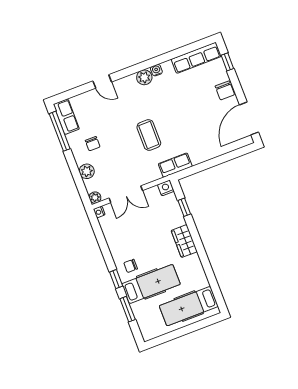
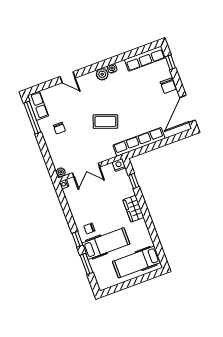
coffee table: (149, 135) -> (105, 122), turned -70
row of seats: (175, 165) -> (139, 142), width x2.02
plant: (87, 171) -> (54, 151), removed

